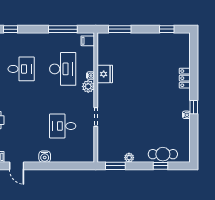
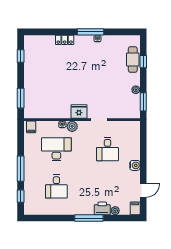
window: (63, 29) -> (21, 169), moved
desk: (21, 69) -> (56, 187), turned 180
fridge: (105, 74) -> (79, 112), moved
window: (194, 107) -> (91, 32), width x2.17

